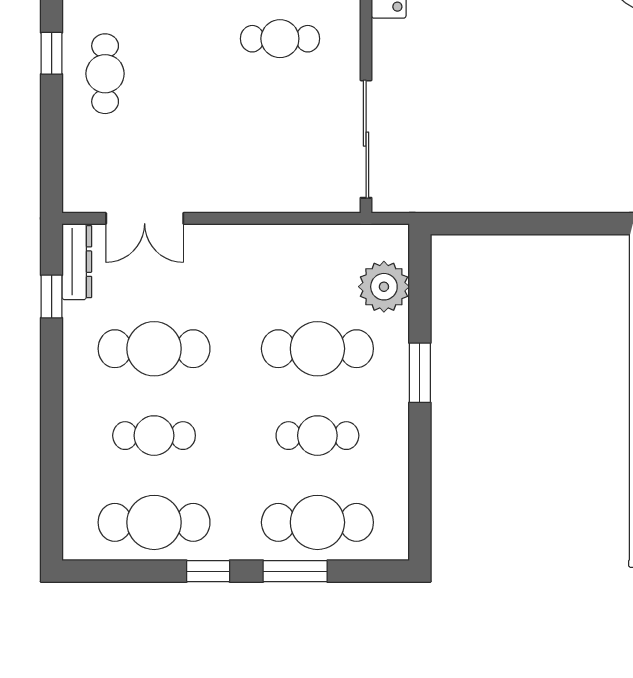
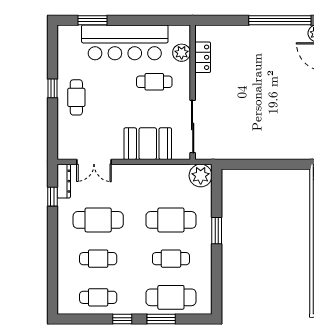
booth: (265, 177) -> (148, 144), added
plant: (384, 287) -> (201, 176), moved
cafe table: (154, 522) -> (98, 297), width x0.73, depth x0.74

